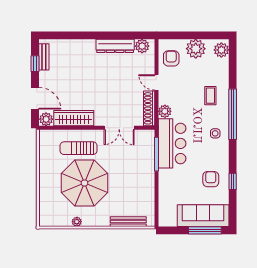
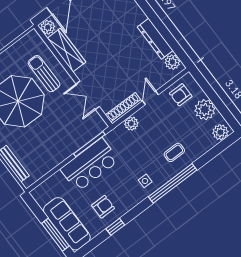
armchair: (171, 58) -> (181, 95), turned 180
bar counter: (172, 143) -> (90, 165), moved

